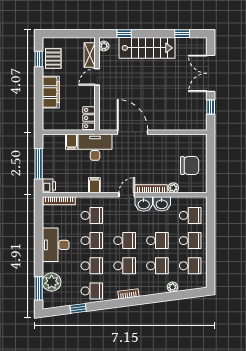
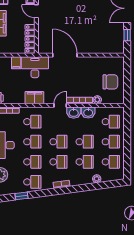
door: (97, 77) -> (36, 11), hinge flipped
locker: (89, 118) -> (30, 39), width x1.53
filing cabinet: (94, 185) -> (34, 98), width x2.00

